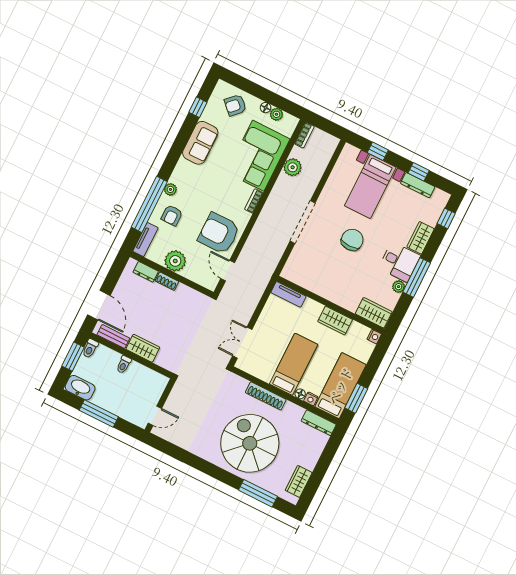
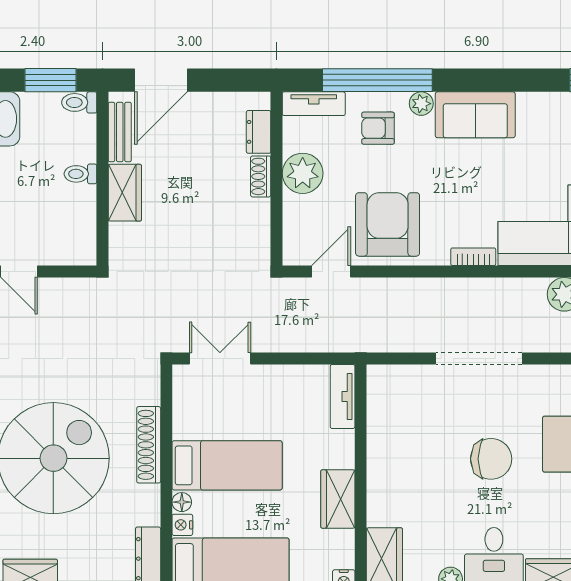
sofa: (200, 143) -> (475, 115), moved

